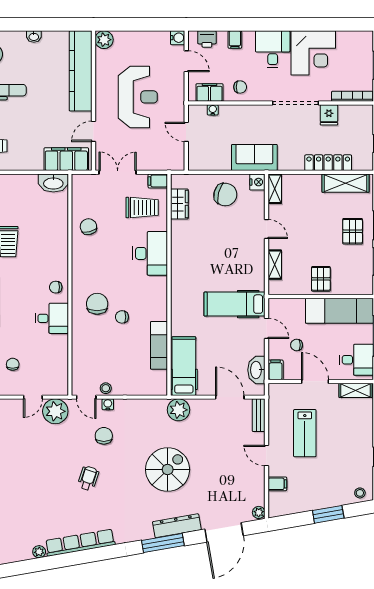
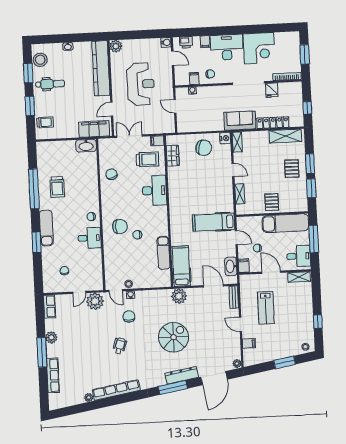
desk: (273, 49) -> (227, 47), width x1.37
filing cabinet: (209, 93) -> (194, 78), width x0.50
sofa: (254, 157) -> (240, 121), moved
chair: (97, 304) -> (120, 227), turned 90

